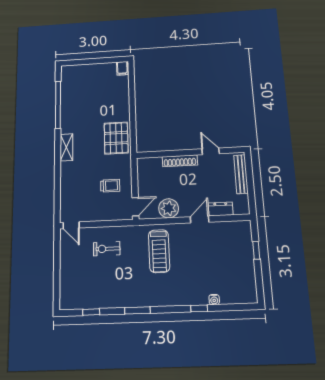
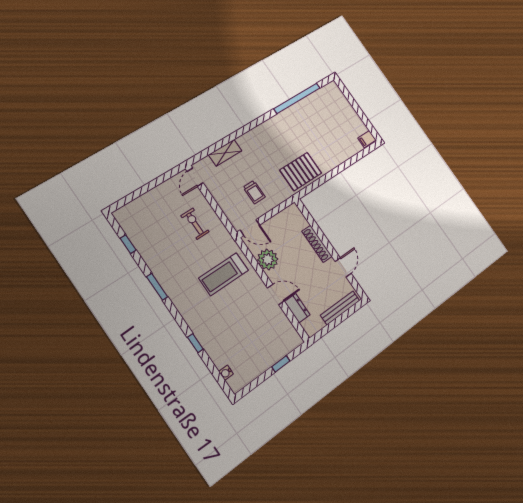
shelving: (66, 147) -> (225, 153), moved
water cooler: (214, 300) -> (226, 373), moved

